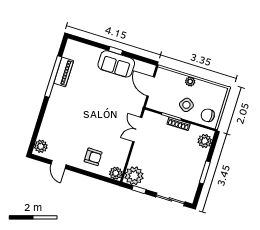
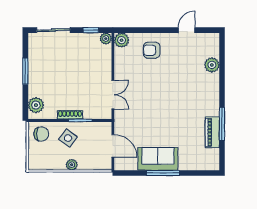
window: (116, 51) -> (163, 173), width x2.17
window: (53, 76) -> (222, 124), width x0.68
plant: (41, 146) -> (212, 65), moved
door: (58, 165) -> (187, 30), hinge flipped
plant: (134, 176) -> (106, 39), width x0.53, depth x0.53

